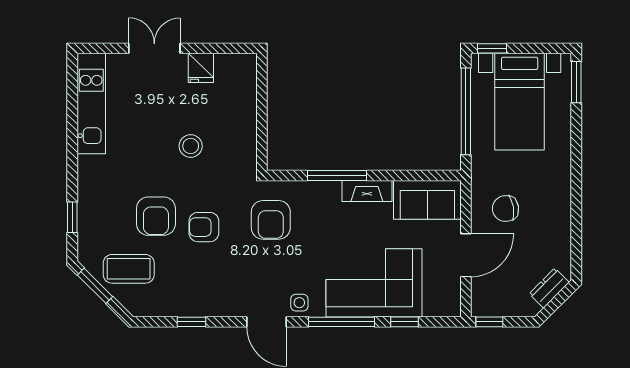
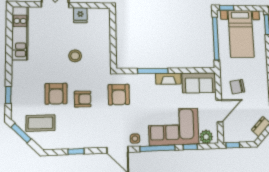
armchair: (204, 227) -> (83, 99), turned 180
plant: (437, 304) -> (206, 137), added

